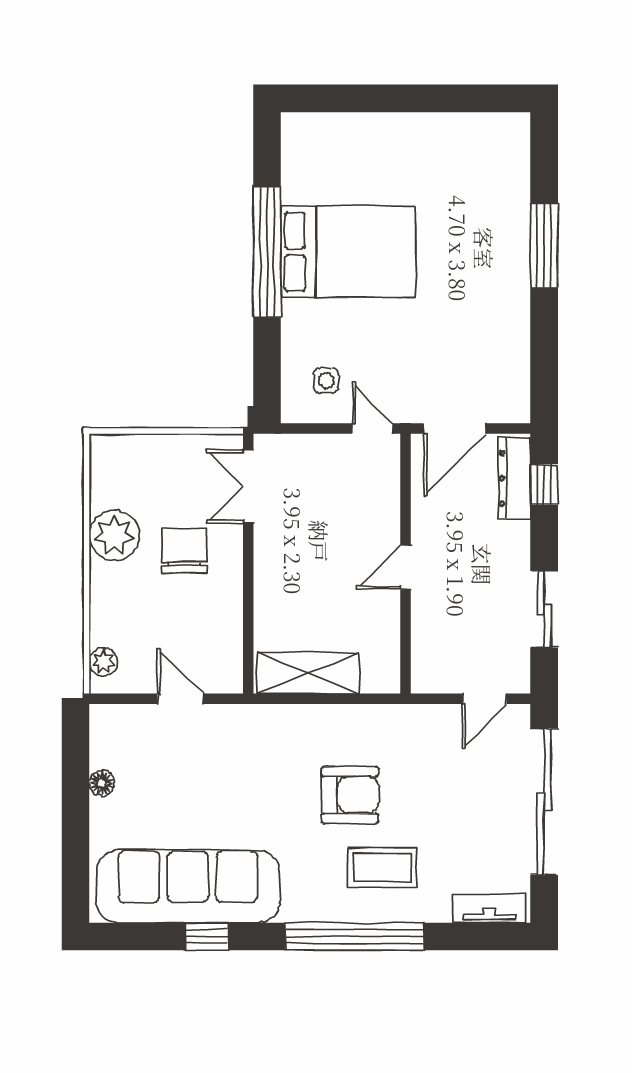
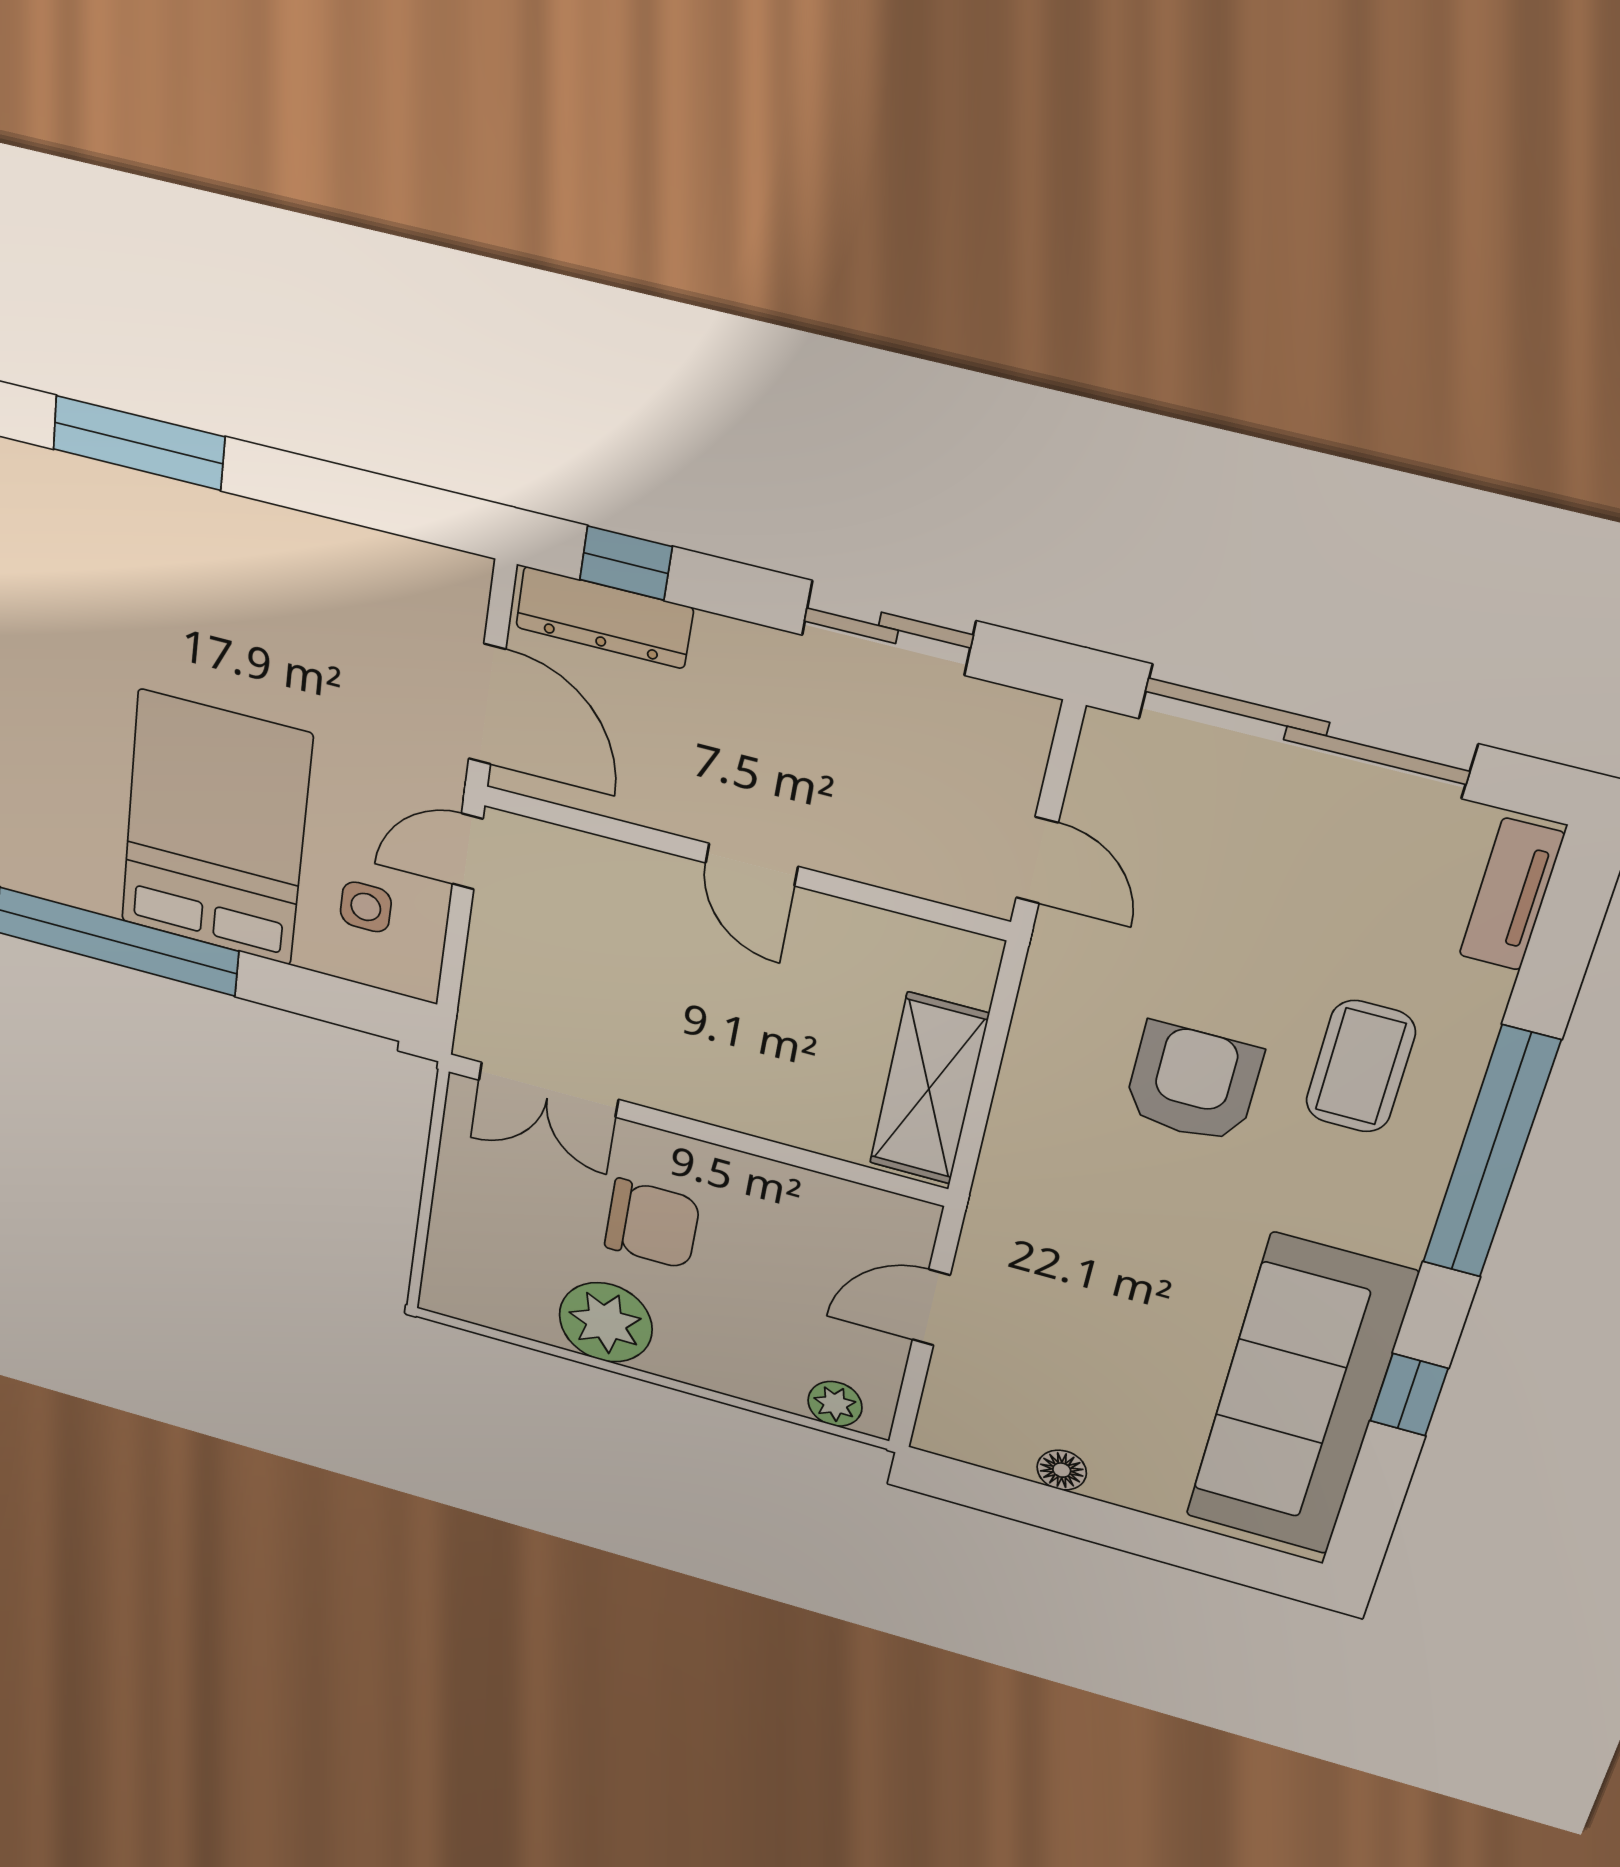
bed: (348, 252) -> (216, 829), moved
chair: (184, 550) -> (652, 1224), turned 180
door: (485, 699) -> (1037, 860), moved

